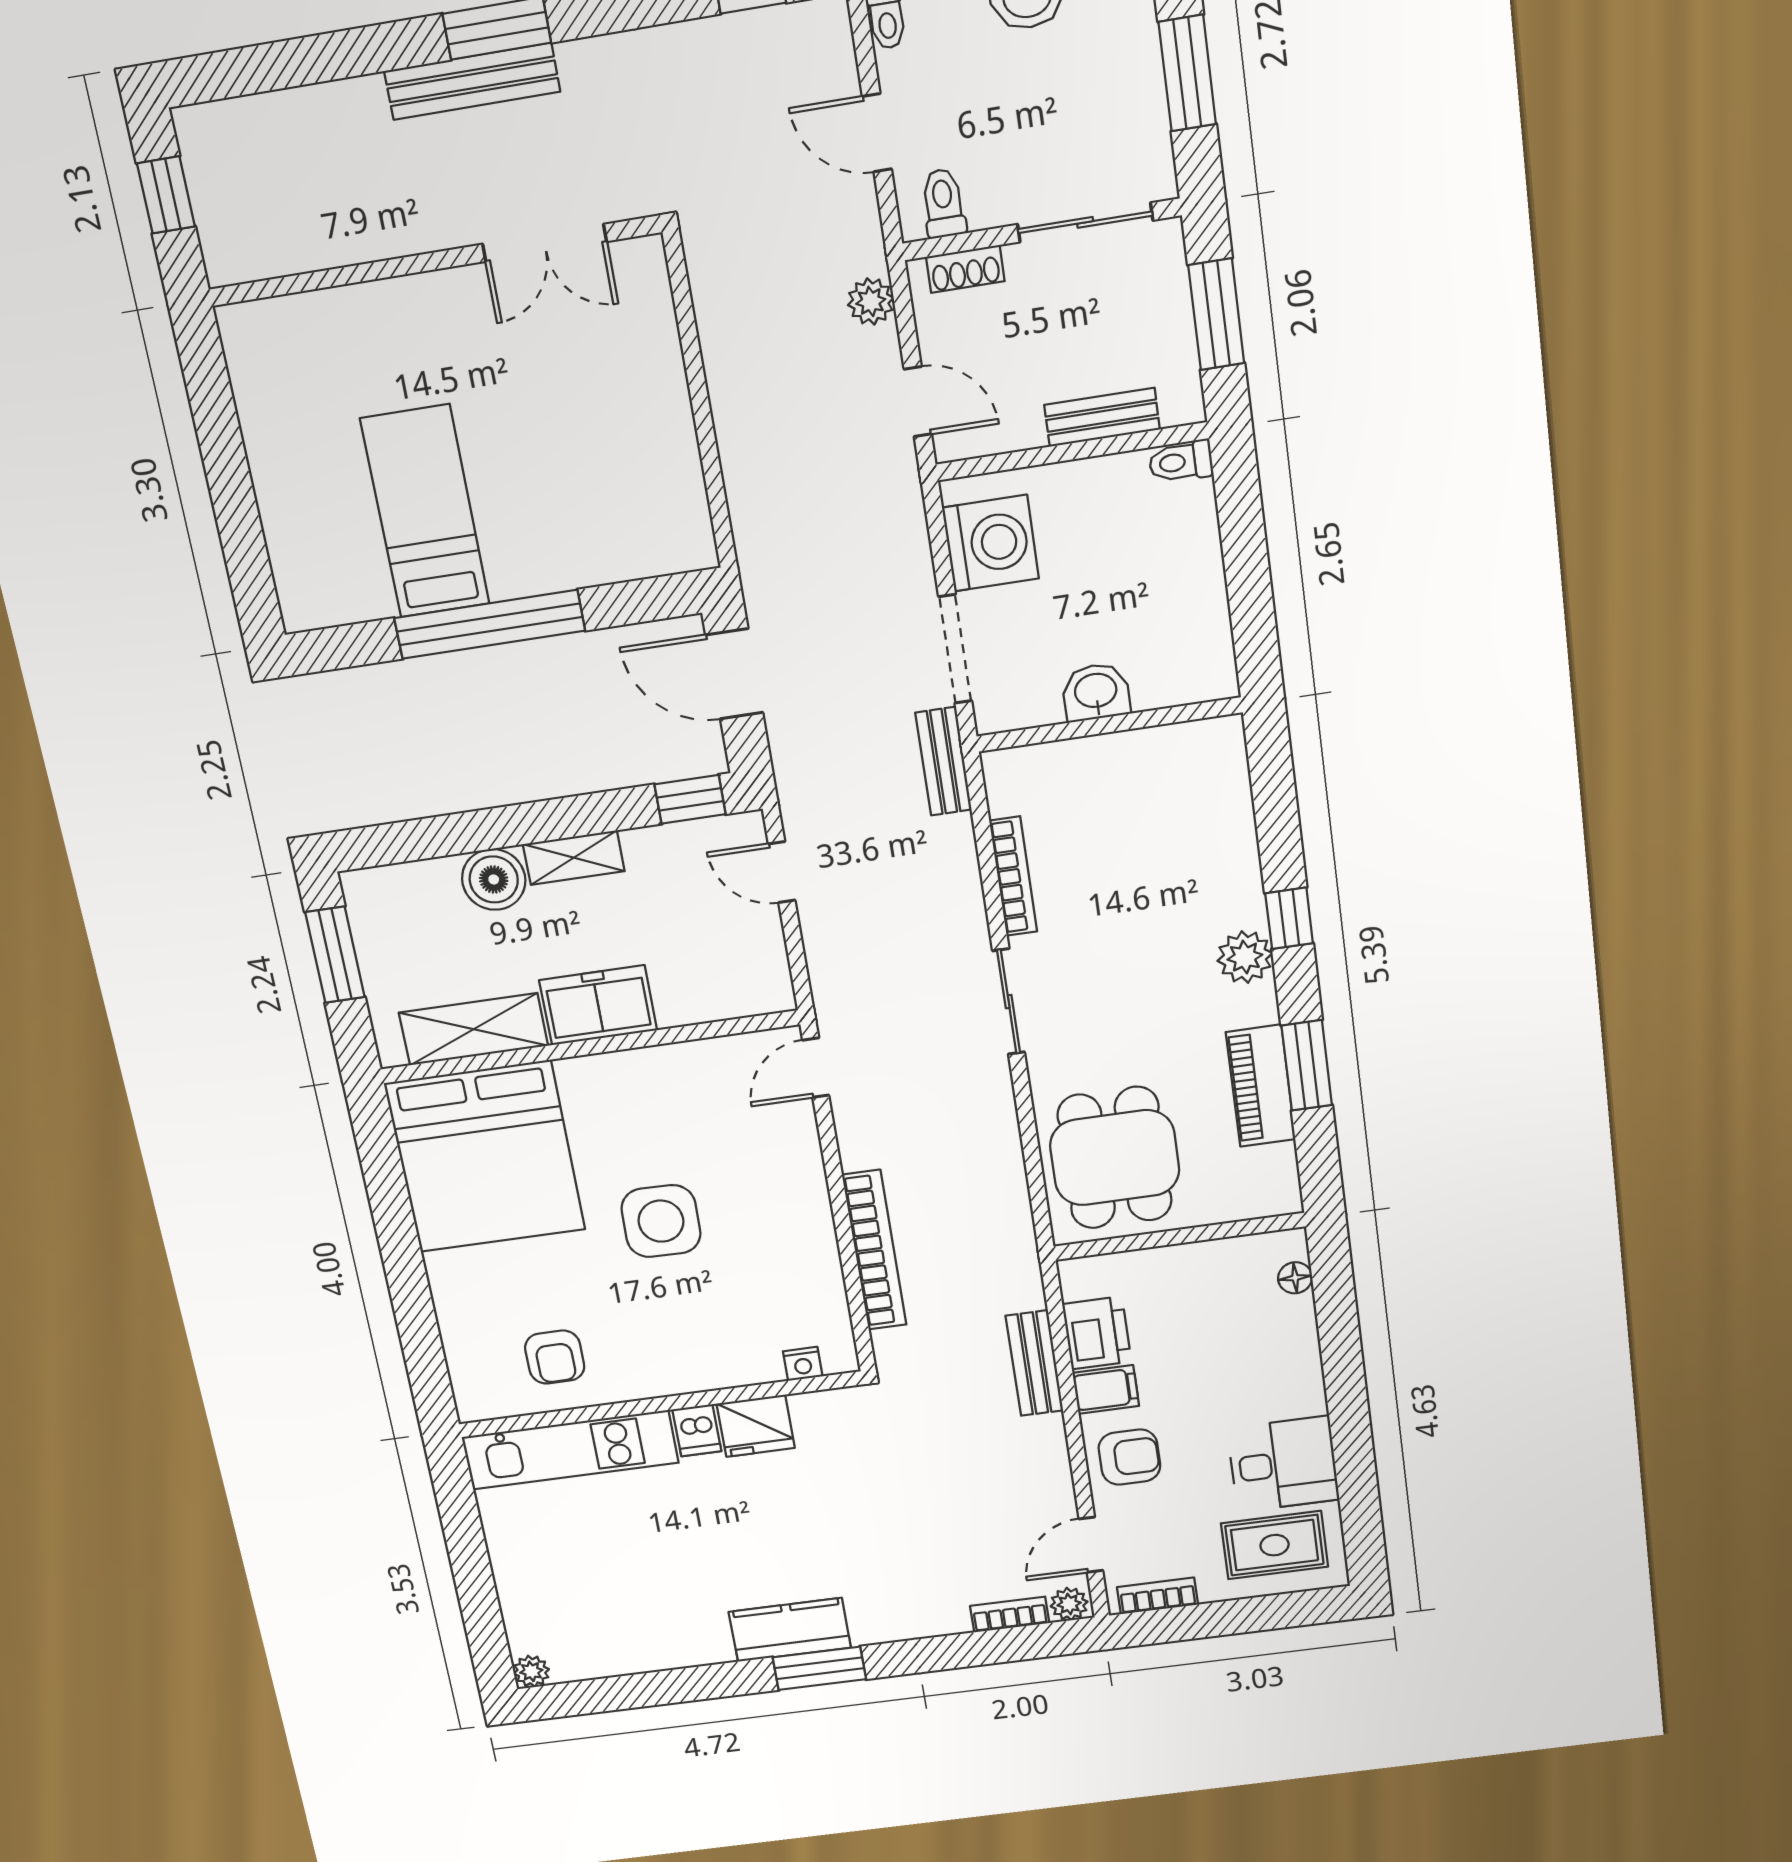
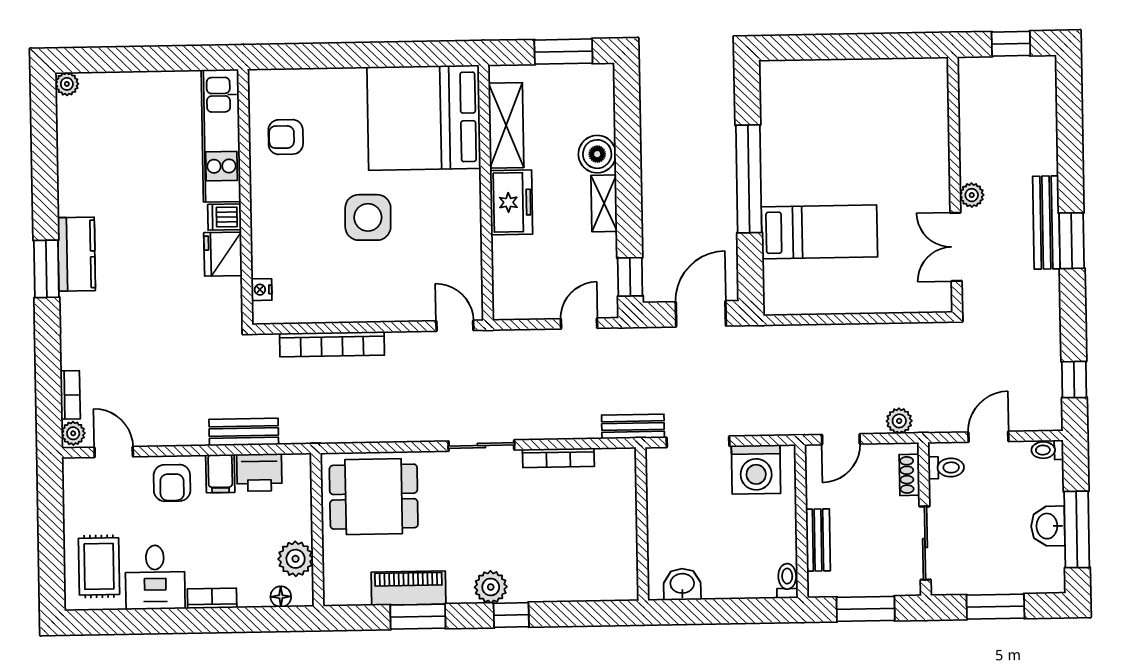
plant: (447, 227) -> (972, 195), added
bed: (425, 512) -> (819, 232), moved
washbasin: (1096, 692) -> (682, 584), moved, turned -90
plant: (1231, 1263) -> (296, 559), added
bookcase: (1158, 1596) -> (212, 598), moved, turned -90

